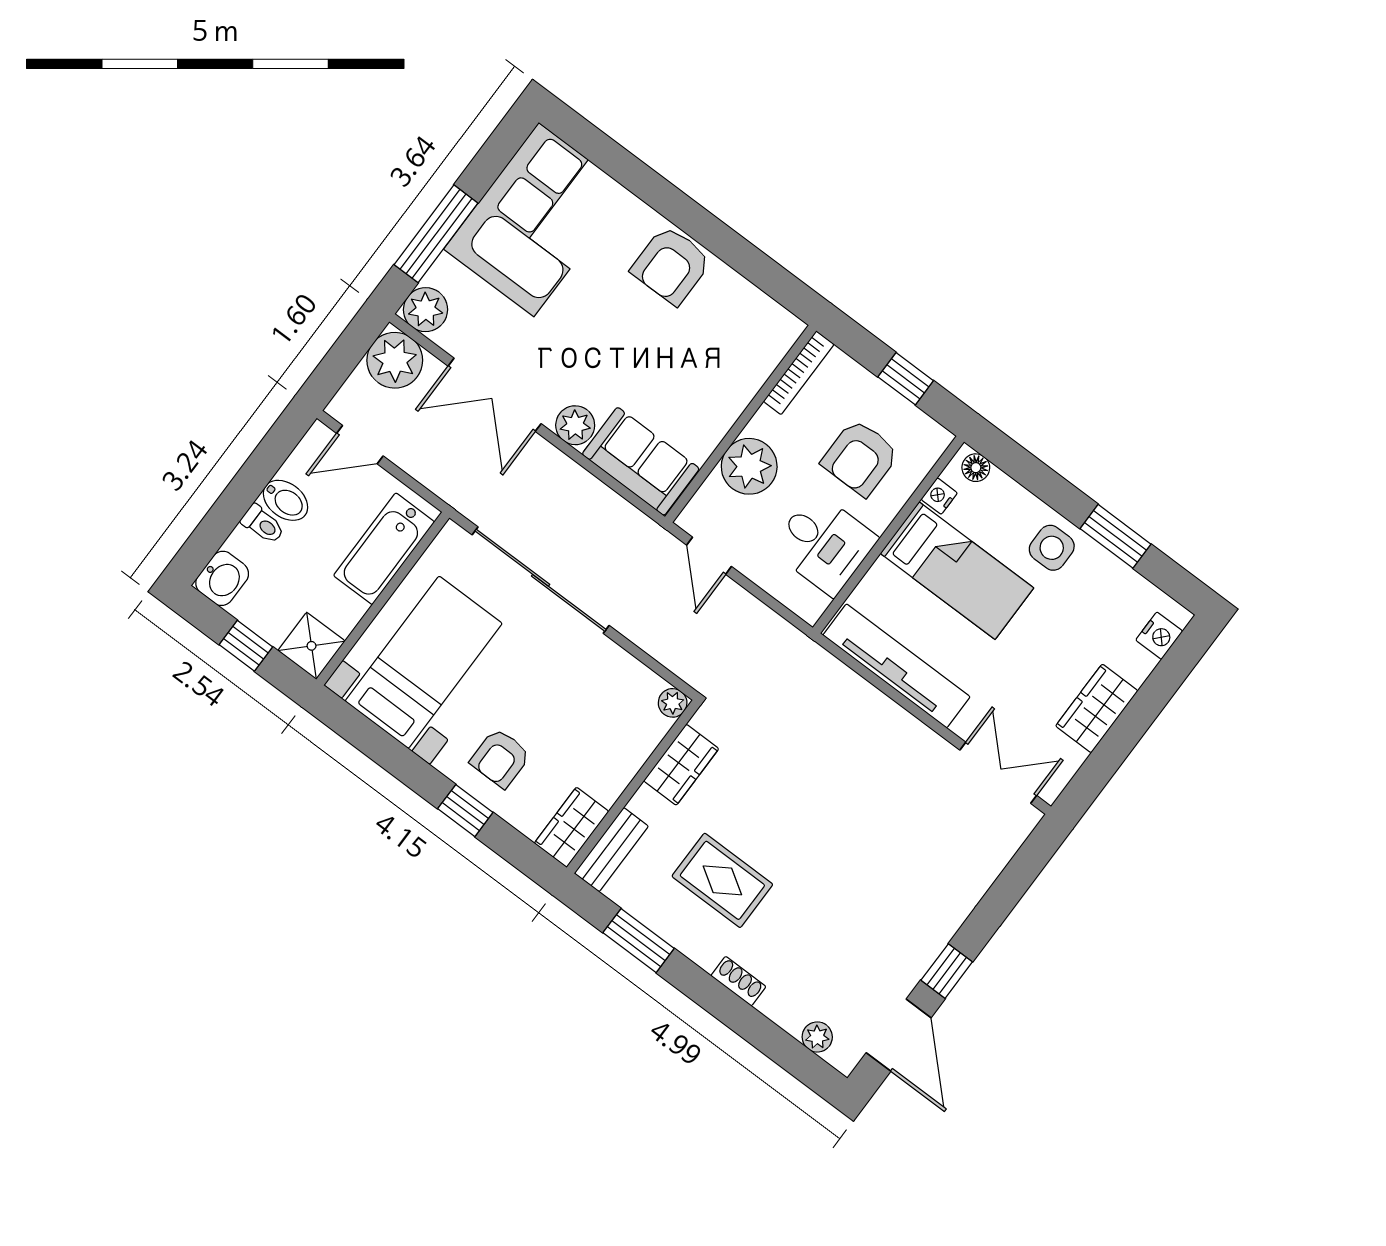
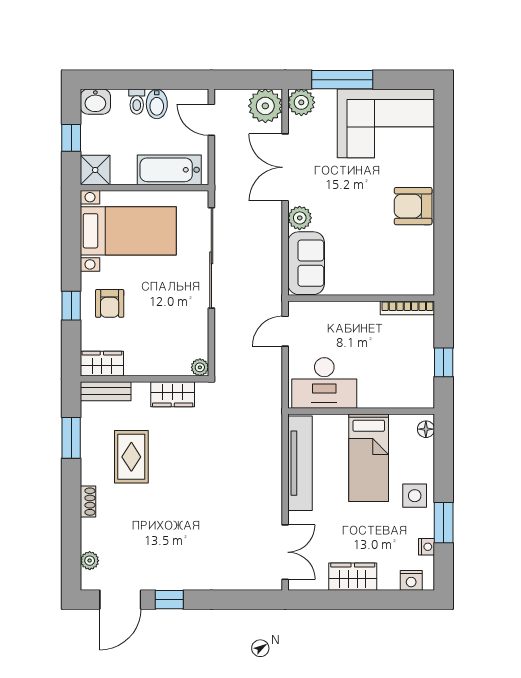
armchair: (860, 458) -> (388, 369), removed
plant: (749, 466) -> (343, 318), removed
nightstand: (939, 496) -> (427, 547), moved, turned 90
desk: (824, 544) -> (324, 383), width x1.37
armchair: (500, 758) -> (110, 303), turned -90

